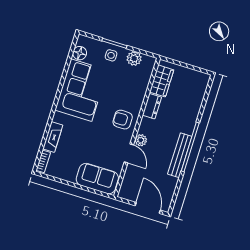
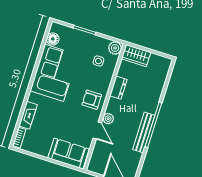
side table: (111, 55) -> (98, 61), moved
plant: (134, 58) -> (115, 48), moved
wardrobe: (162, 81) -> (136, 56), moved, turned 90

